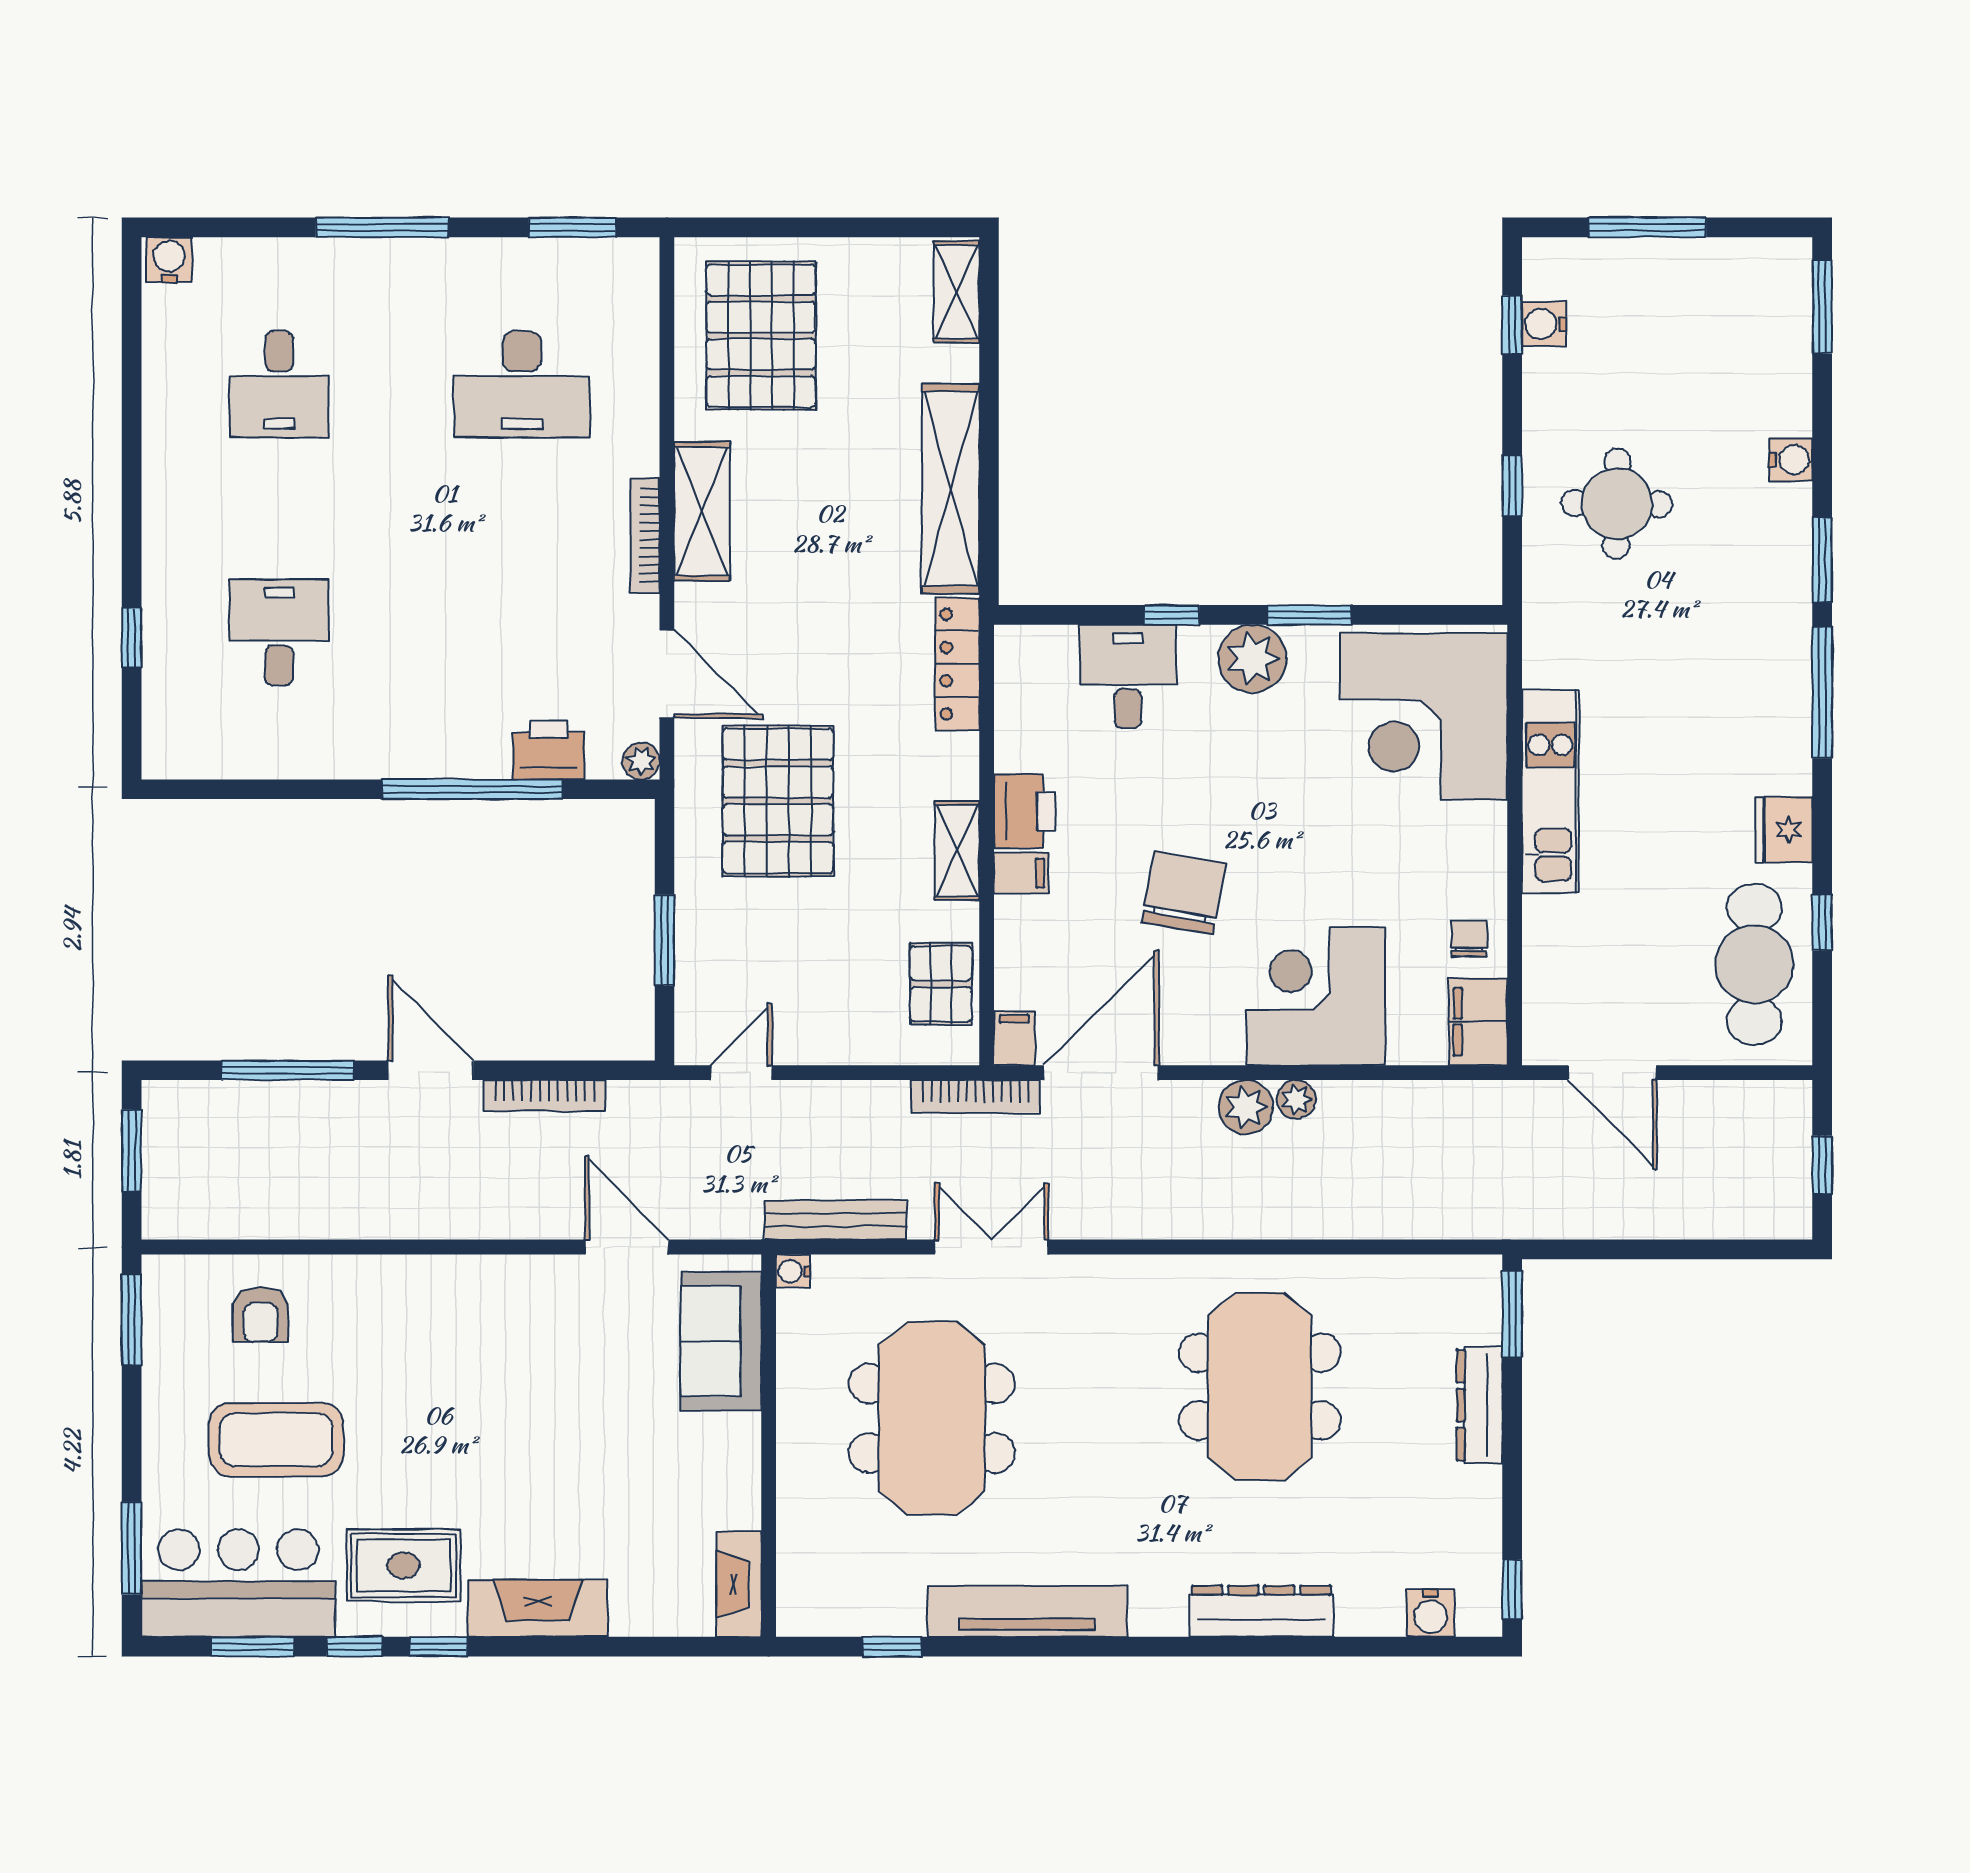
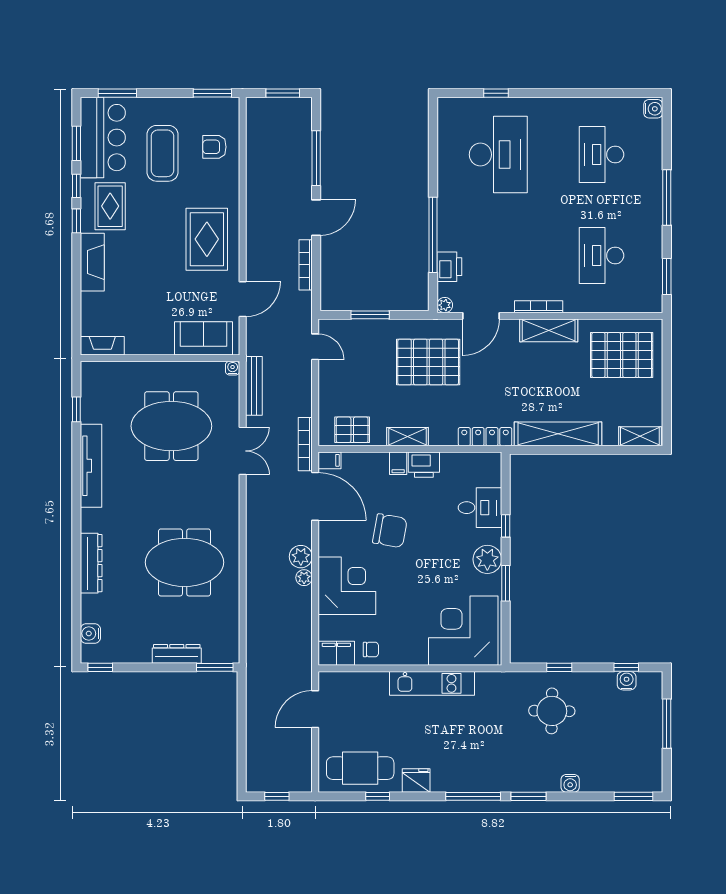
desk: (279, 384) -> (601, 155), width x1.37
desk: (279, 632) -> (498, 155), width x1.87, depth x1.30
rug: (483, 1333) -> (207, 239), added

